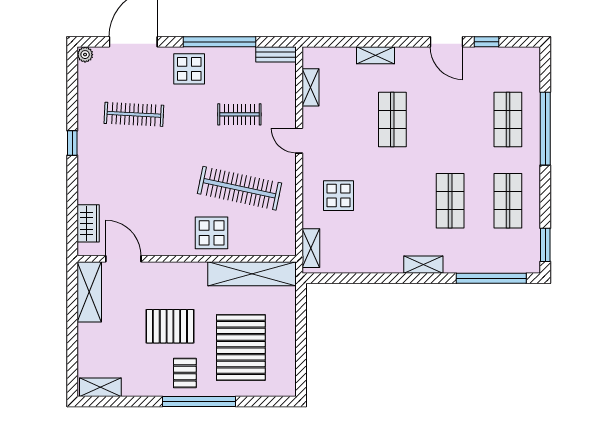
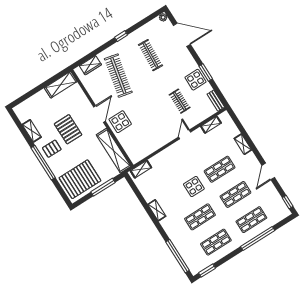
window: (220, 42) -> (206, 72), width x0.47
window: (486, 42) -> (288, 202), moved
display table: (189, 69) -> (196, 80), moved
shop shelf: (450, 119) -> (235, 194), added
clothes rail: (239, 188) -> (118, 76), moved
display table: (339, 196) -> (194, 186), moved
door: (123, 259) -> (100, 114), moved
shelving: (423, 265) -> (157, 210), moved
window: (301, 329) -> (103, 187), added
pallet: (241, 347) -> (80, 179), moved
shelving: (100, 387) -> (32, 131), moved

